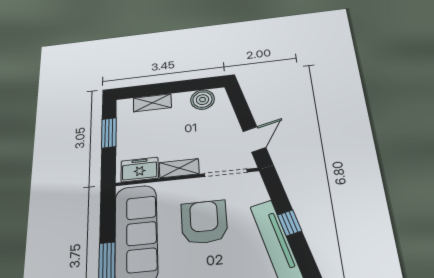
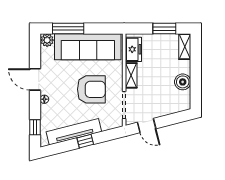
boiler: (203, 100) -> (183, 82), moved
shelving: (152, 103) -> (185, 47), moved

